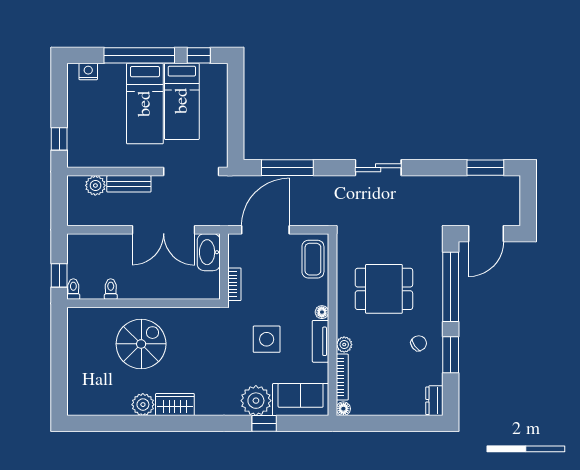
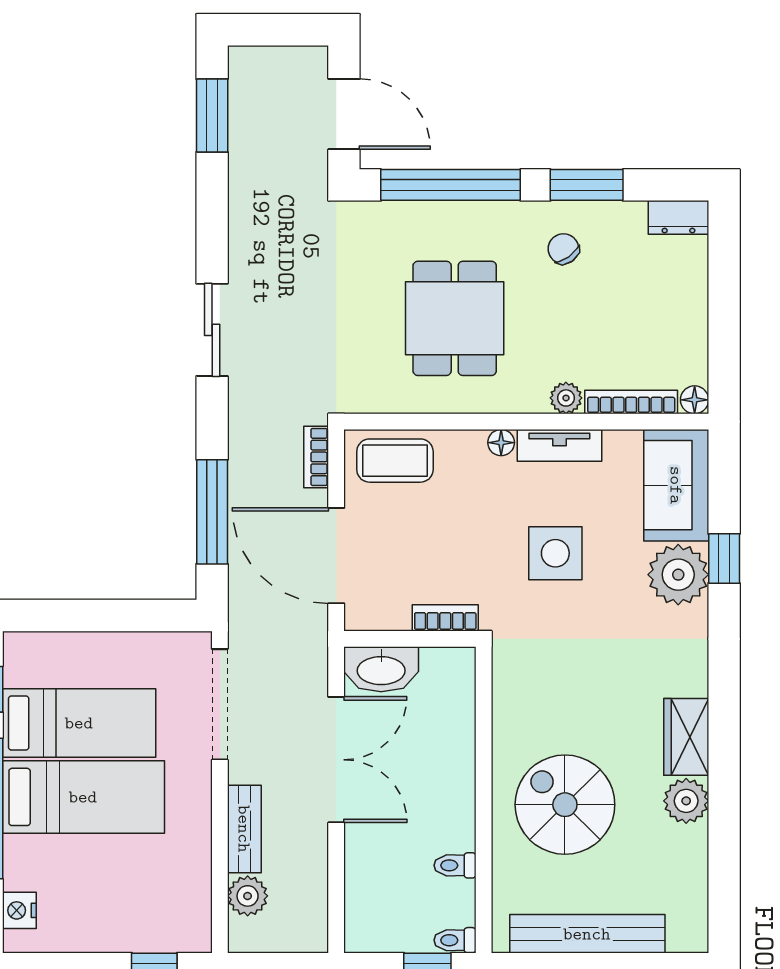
bookcase: (315, 220) -> (316, 457), added
bench: (77, 355) -> (587, 934), added

